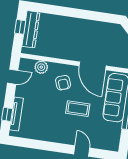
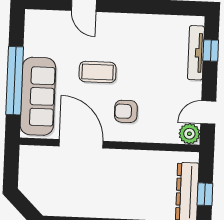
plant: (41, 67) -> (189, 134), moved
armchair: (63, 83) -> (126, 111), turned -70

